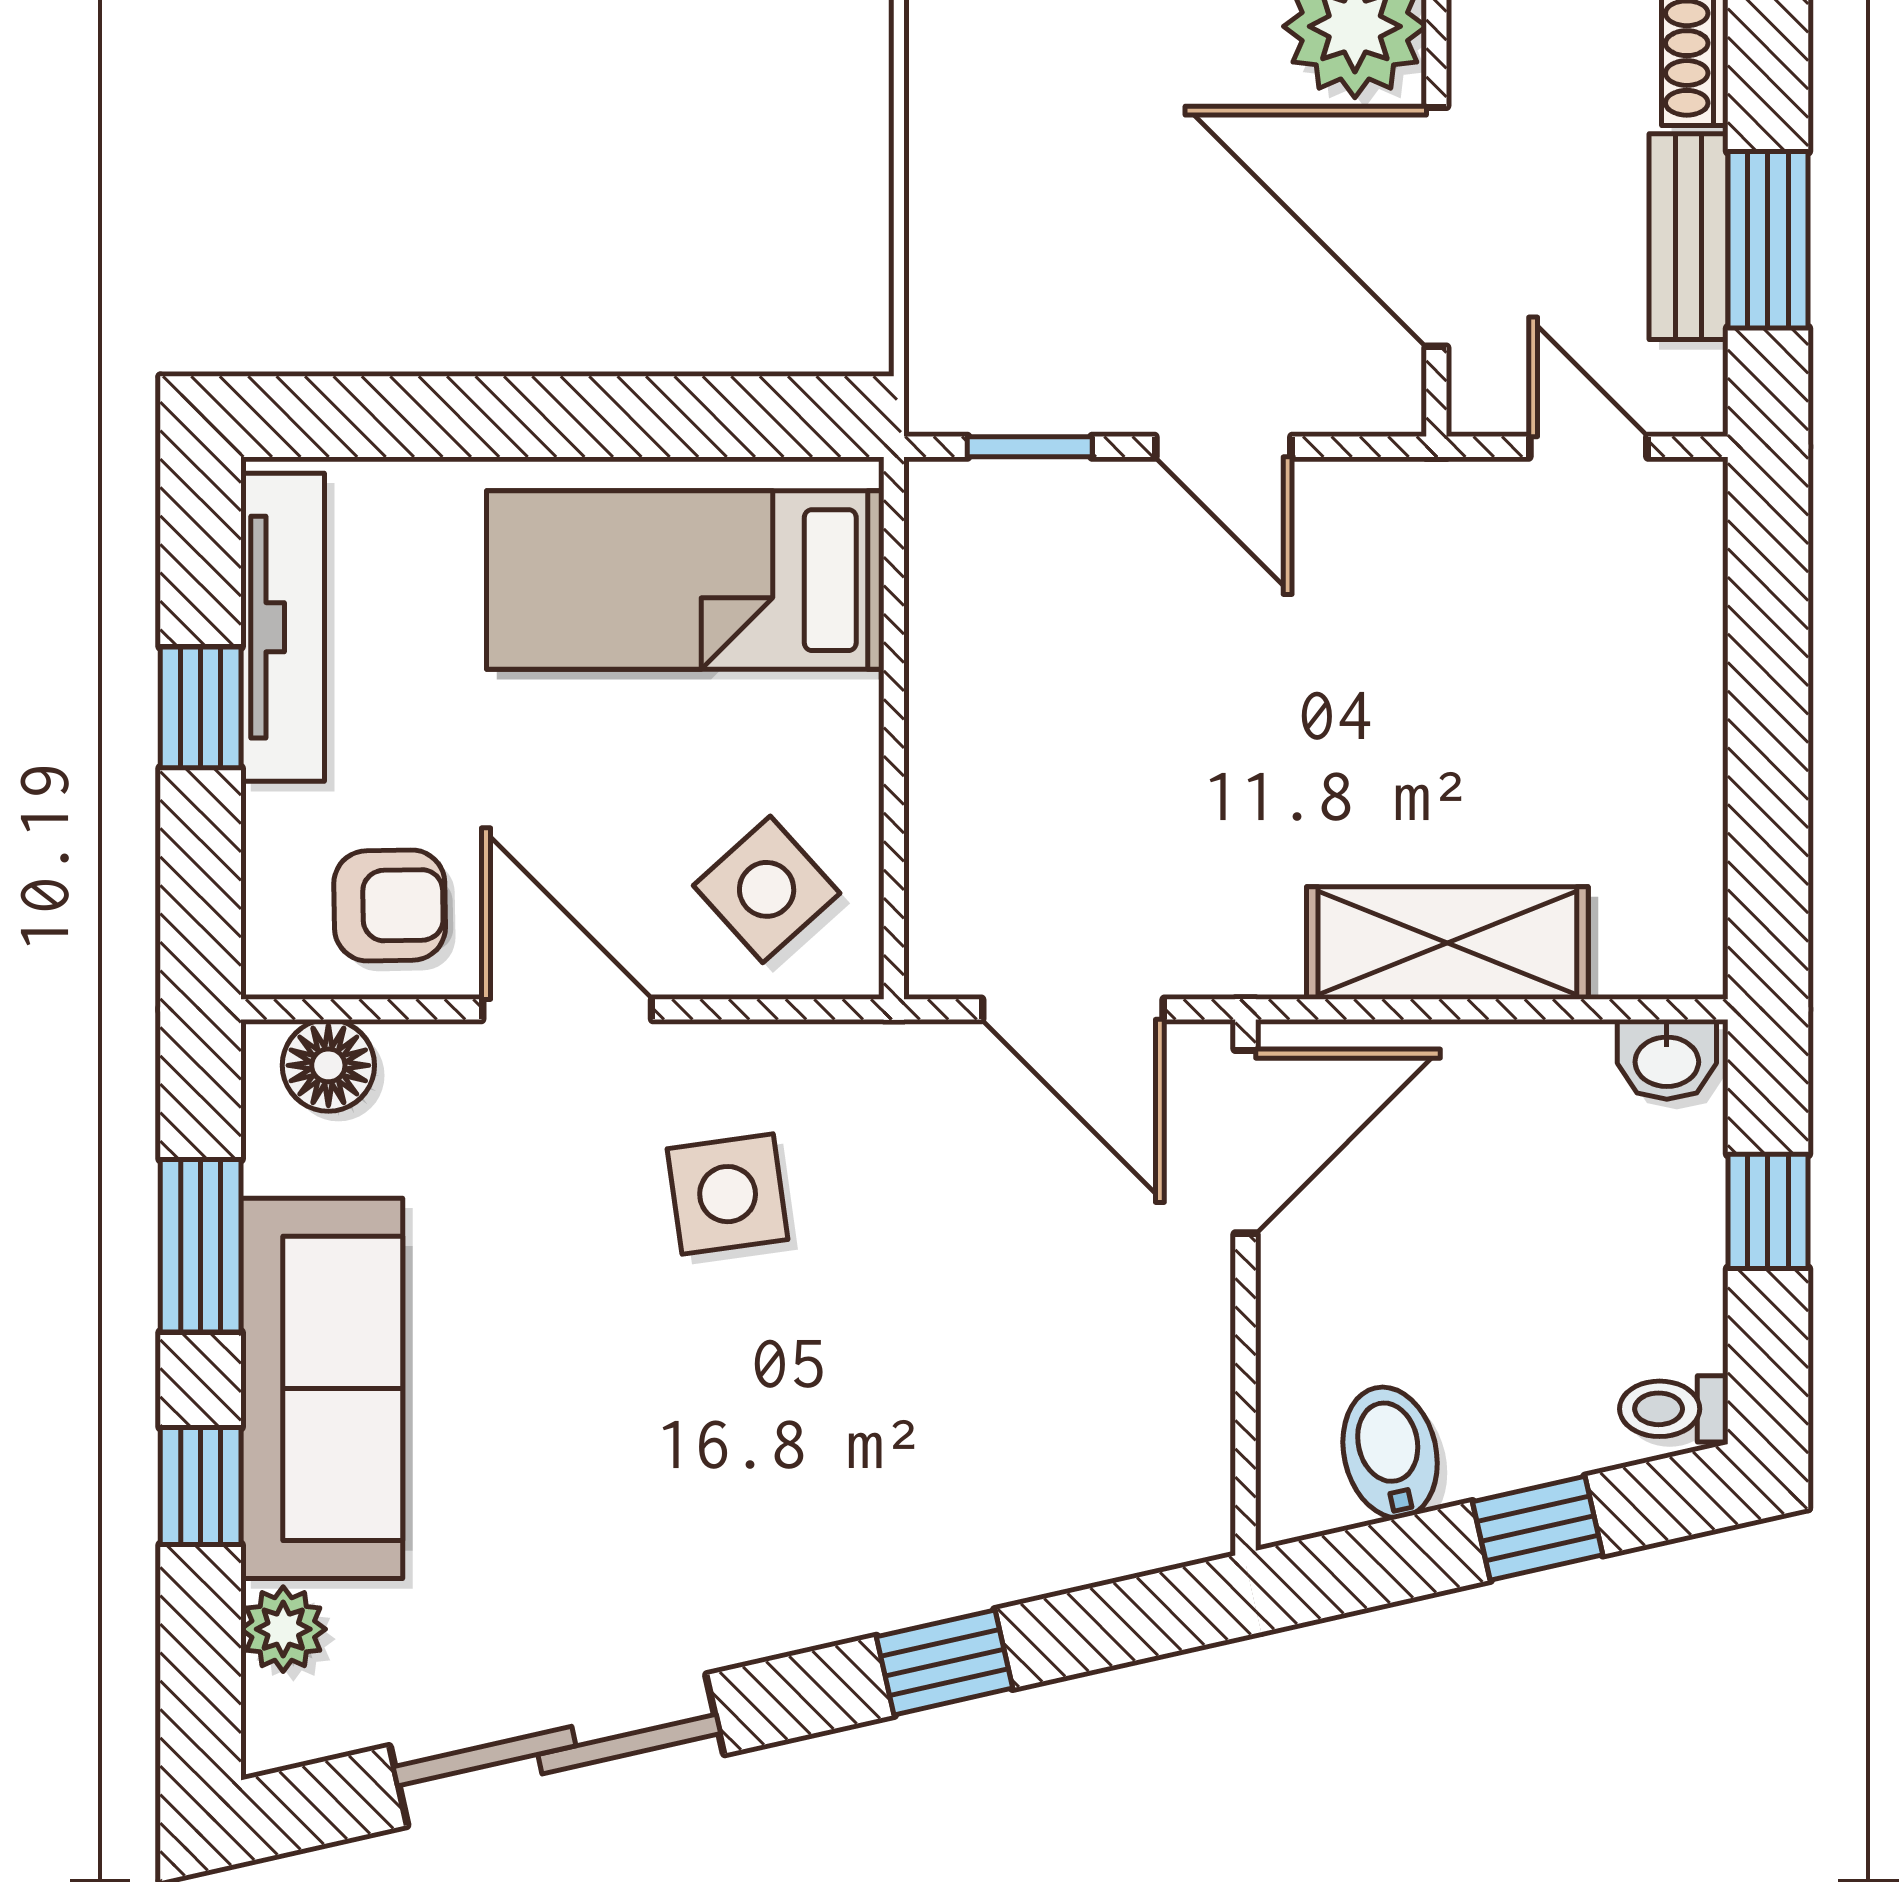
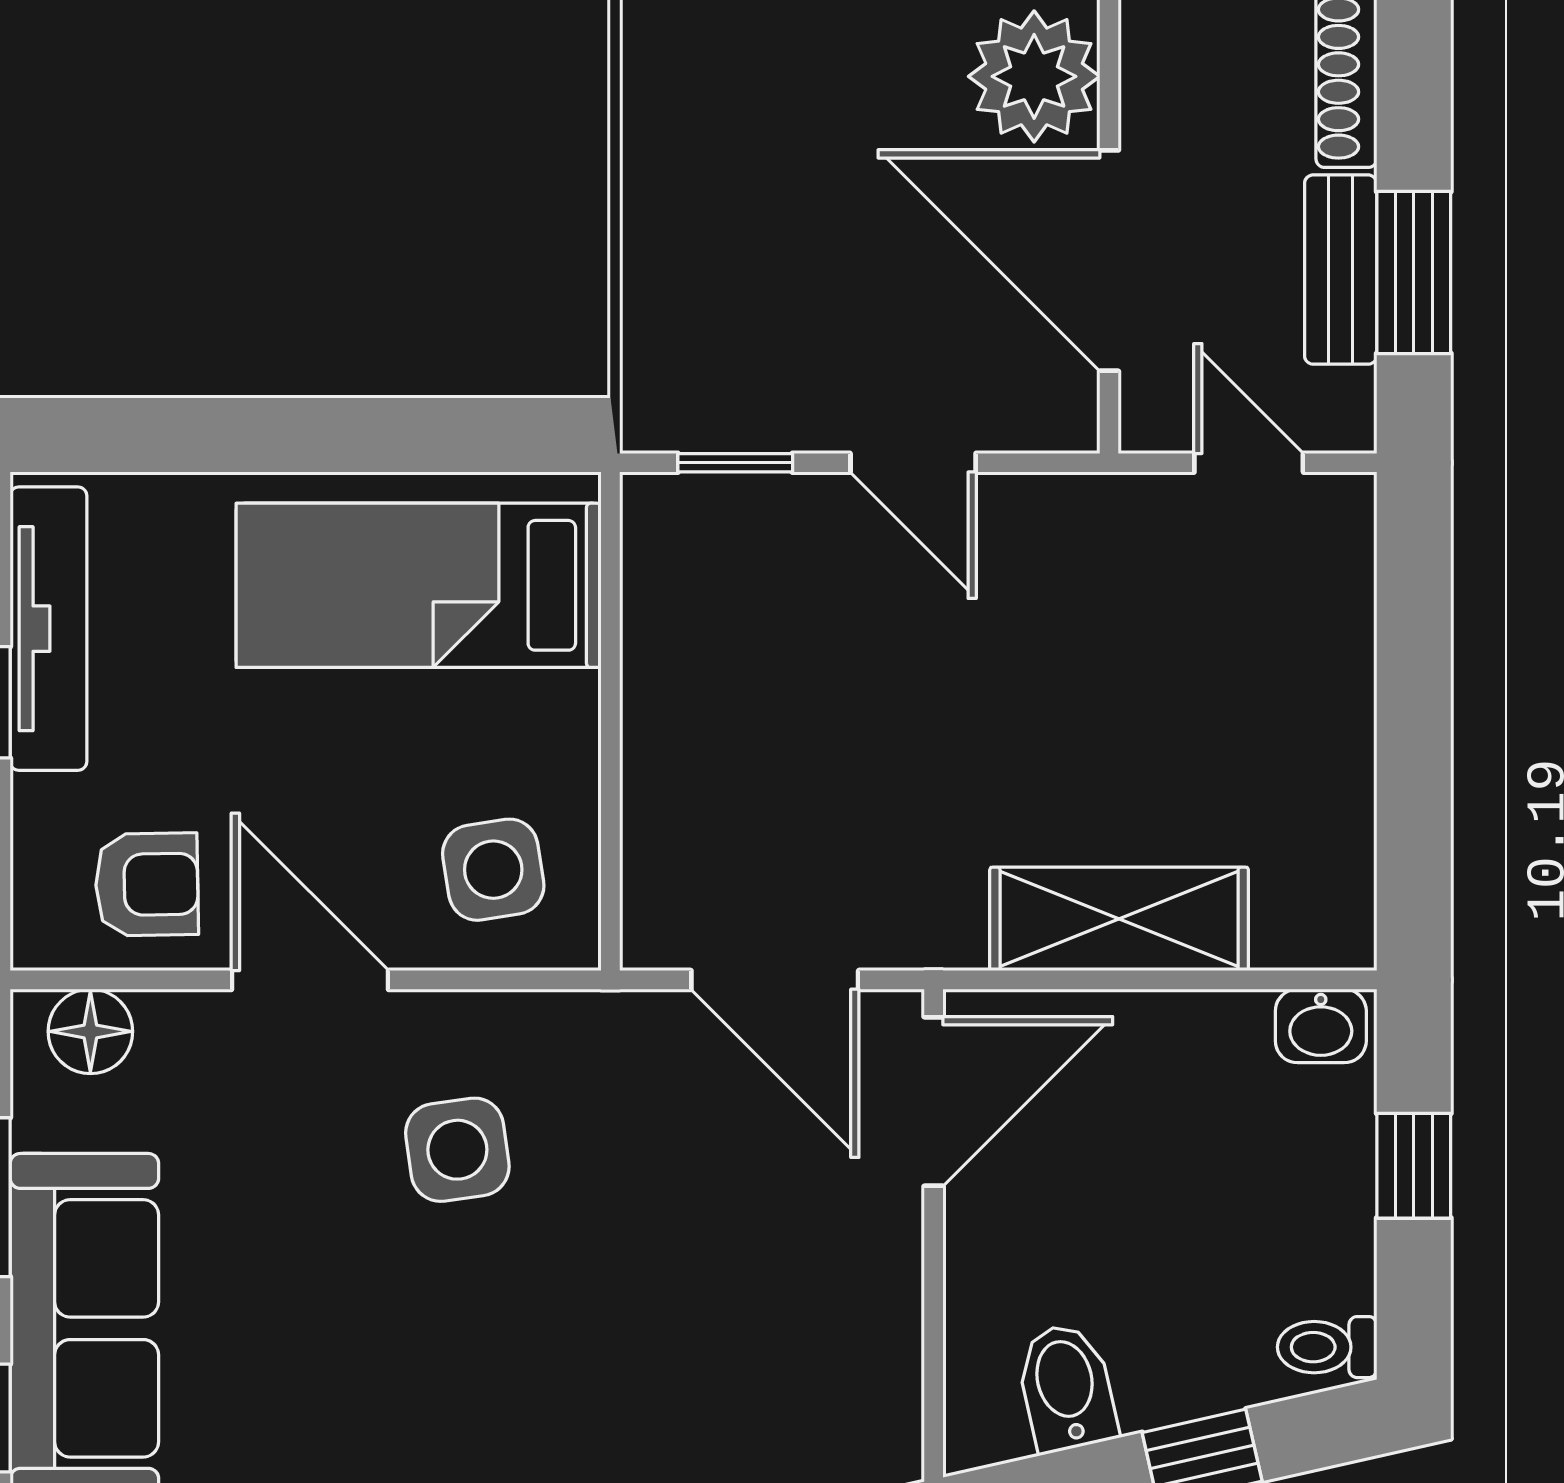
side table: (767, 889) -> (493, 870), turned 33

